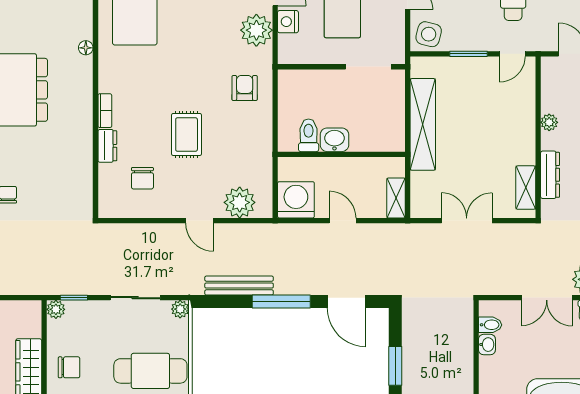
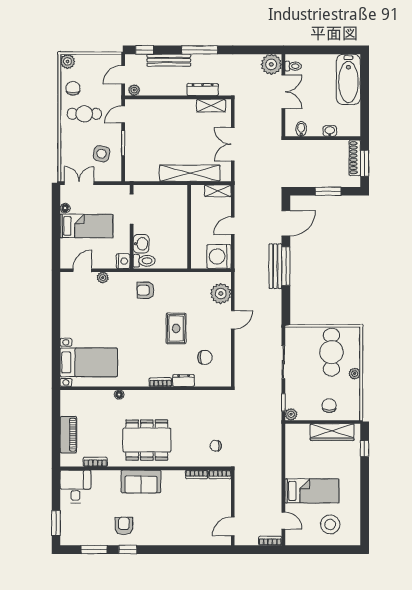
nightstand: (288, 22) -> (123, 261), moved, turned -90
plant: (256, 30) -> (103, 278), width x0.53, depth x0.53
side table: (429, 34) -> (102, 154), moved
door: (512, 54) -> (123, 114), swing flipped
plant: (549, 122) -> (134, 90), moved
shelving: (423, 124) -> (190, 173), moved
rug: (187, 134) -> (176, 328), turned 90
toilet: (309, 135) -> (144, 261), moved, turned 180
washbasin: (334, 140) -> (141, 244), moved, turned 180
bench: (239, 286) -> (275, 266), moved
plant: (180, 309) -> (291, 333), removed
washbasin: (487, 345) -> (330, 131), moved

